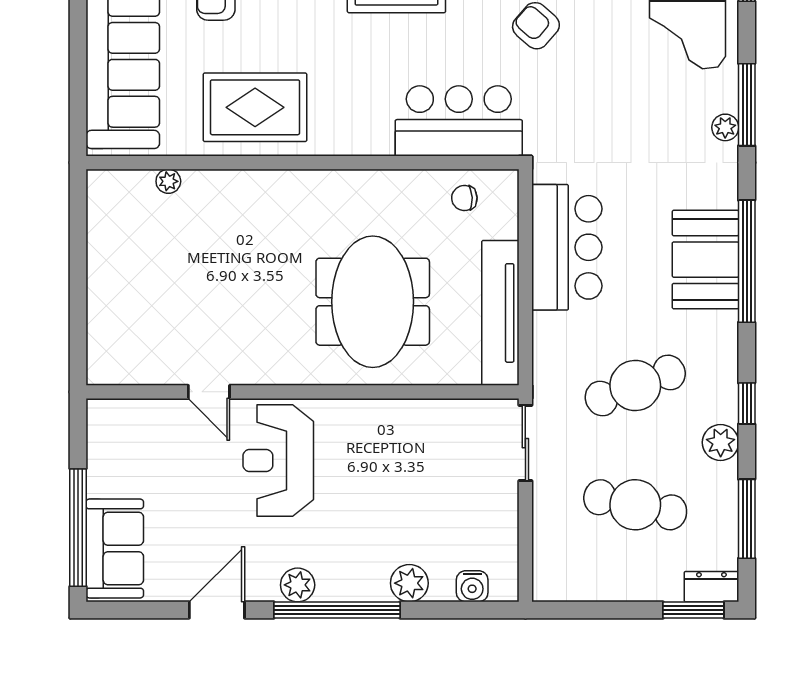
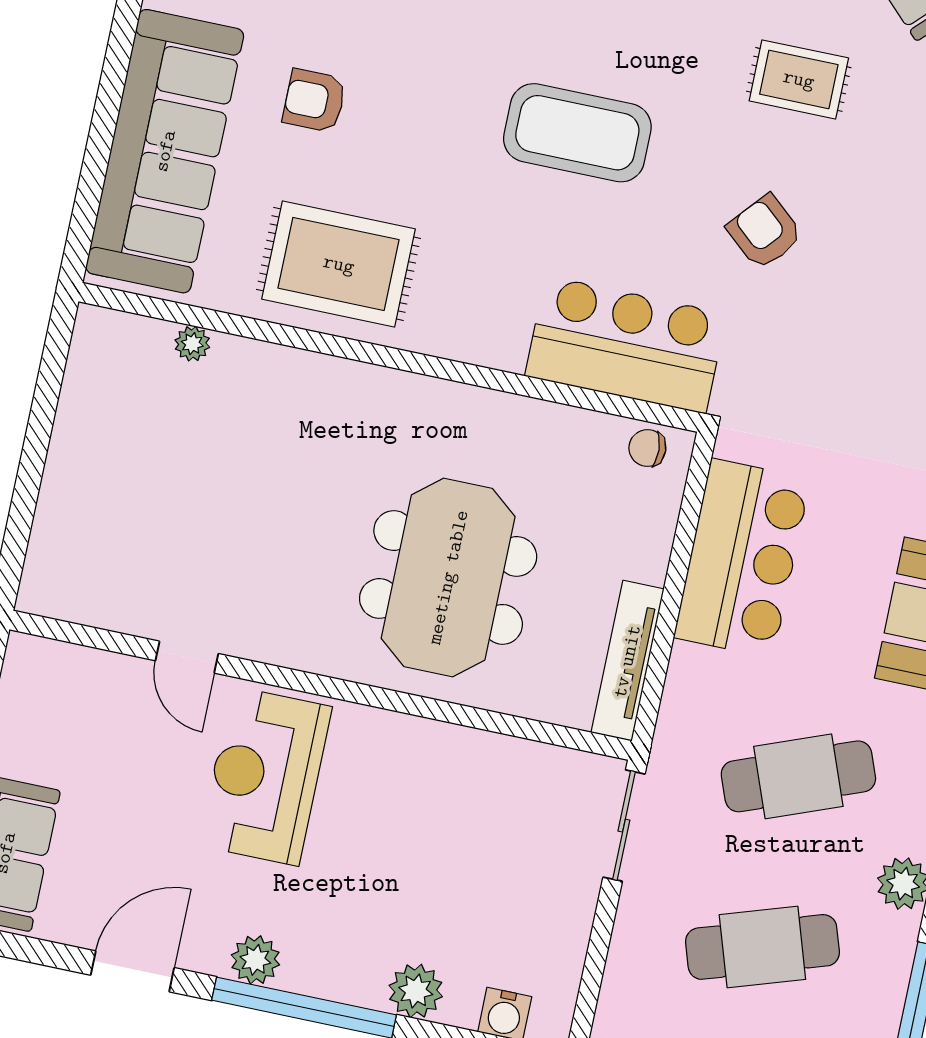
chair: (464, 198) -> (647, 448), moved
tv unit: (500, 313) -> (627, 661), width x0.73, depth x0.78
cafe table: (635, 505) -> (762, 947), turned -30

